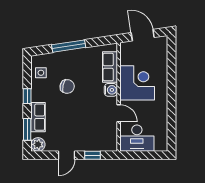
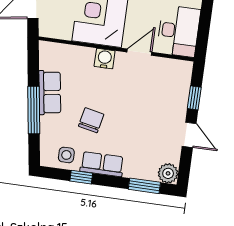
row of seats: (110, 67) -> (50, 93), moved, turned -98
window: (27, 96) -> (81, 177), moved
row of seats: (38, 117) -> (102, 164), moved

